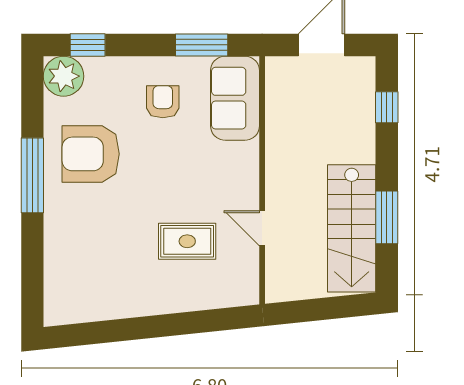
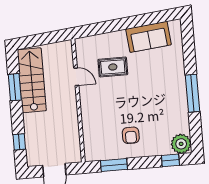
sofa: (235, 98) -> (149, 37), moved, turned 84
armchair: (91, 154) -> (164, 106), removed

